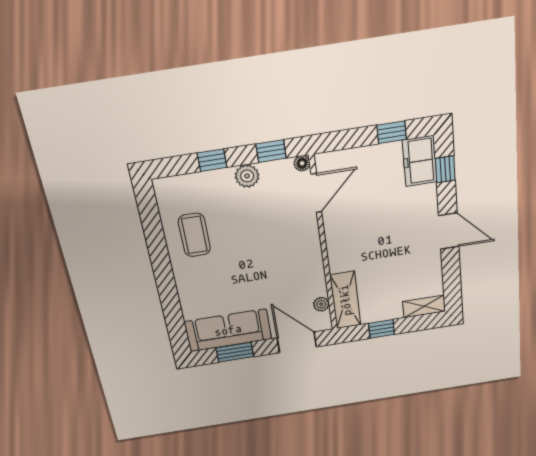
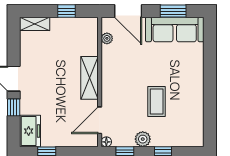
window: (445, 169) -> (14, 107), moved
coffee table: (194, 235) -> (157, 101), moved
shelving: (345, 300) -> (90, 78), moved

